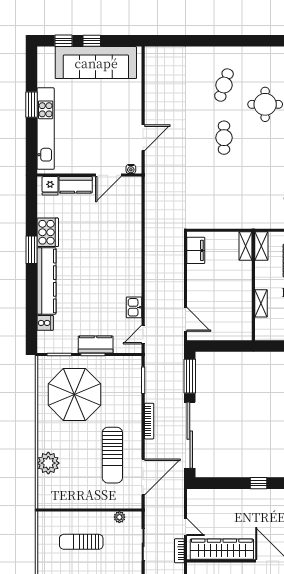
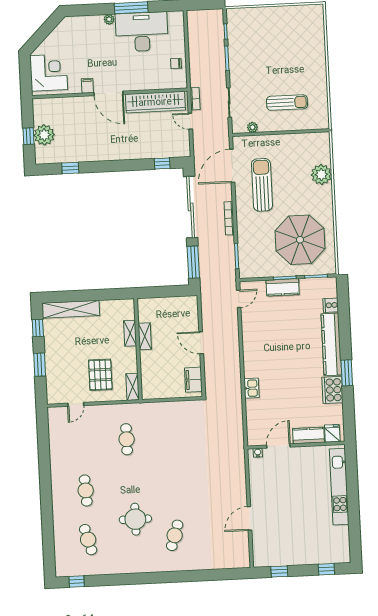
window: (92, 41) -> (279, 572), moved
sofa: (96, 63) -> (295, 550), removed
window: (32, 105) -> (353, 508), removed
door: (143, 138) -> (249, 518), moved
cafe table: (224, 138) -> (127, 439), moved
shelving: (246, 246) -> (145, 336), moved
kitchen sink: (134, 307) -> (252, 388), moved
door: (186, 319) -> (201, 343), moved
window: (258, 483) -> (162, 164), moved

